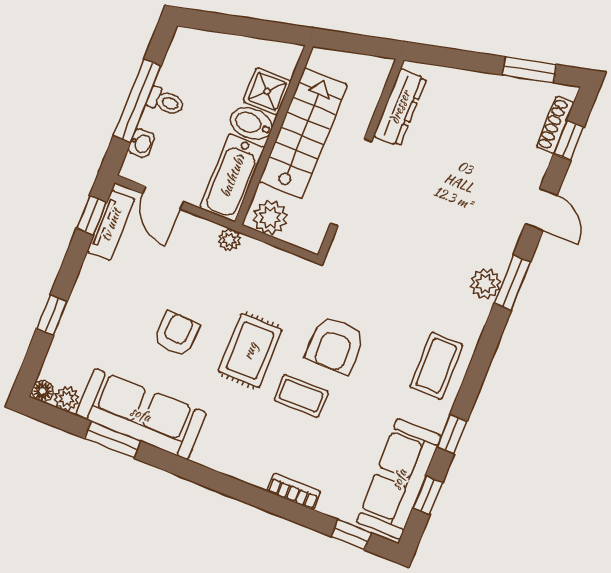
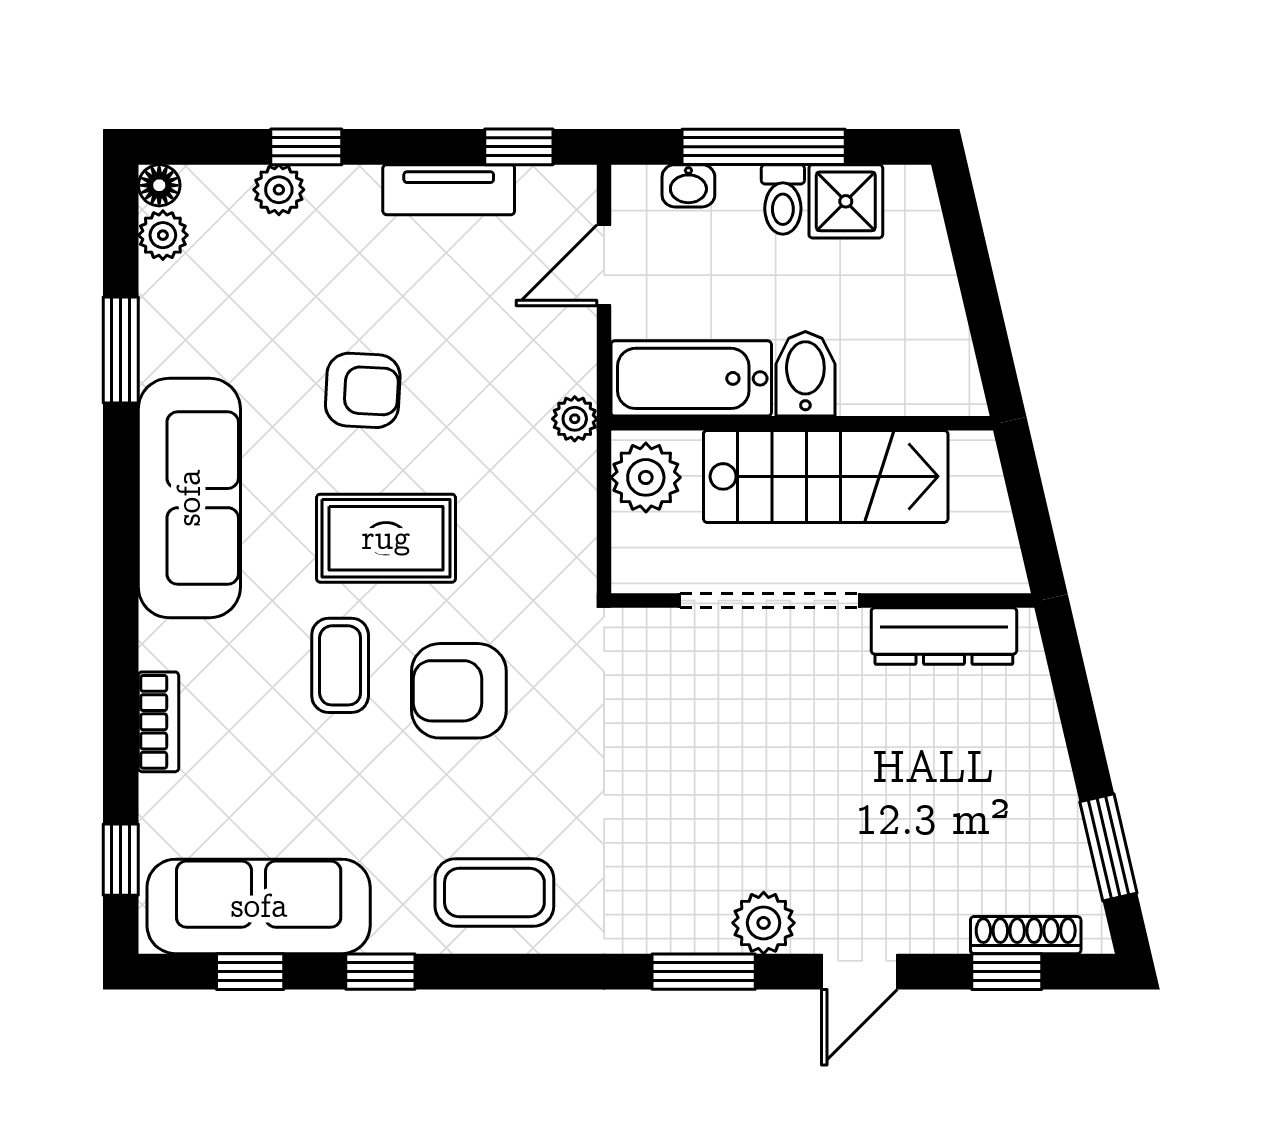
shower: (267, 91) -> (846, 201), moved
tv unit: (111, 225) -> (449, 190), moved
plant: (485, 284) -> (764, 923), moved
plant: (67, 336) -> (279, 190), added
sofa: (141, 414) -> (189, 498), moved

